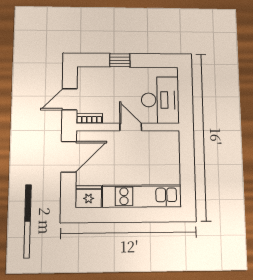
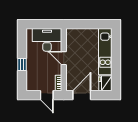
door: (131, 127) -> (64, 58), hinge flipped
door: (69, 157) -> (82, 95), hinge flipped

